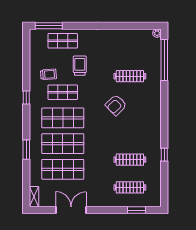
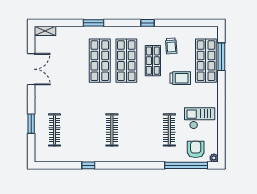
window: (49, 26) -> (221, 57), moved
shop shelf: (63, 41) -> (206, 61), width x1.43, depth x1.36
checkout: (119, 47) -> (200, 118), added
armchair: (116, 105) -> (196, 149), moved, turned 45
clothes rail: (130, 160) -> (112, 130), moved
shop shelf: (63, 169) -> (73, 61), removed
window: (137, 210) -> (31, 124), moved

